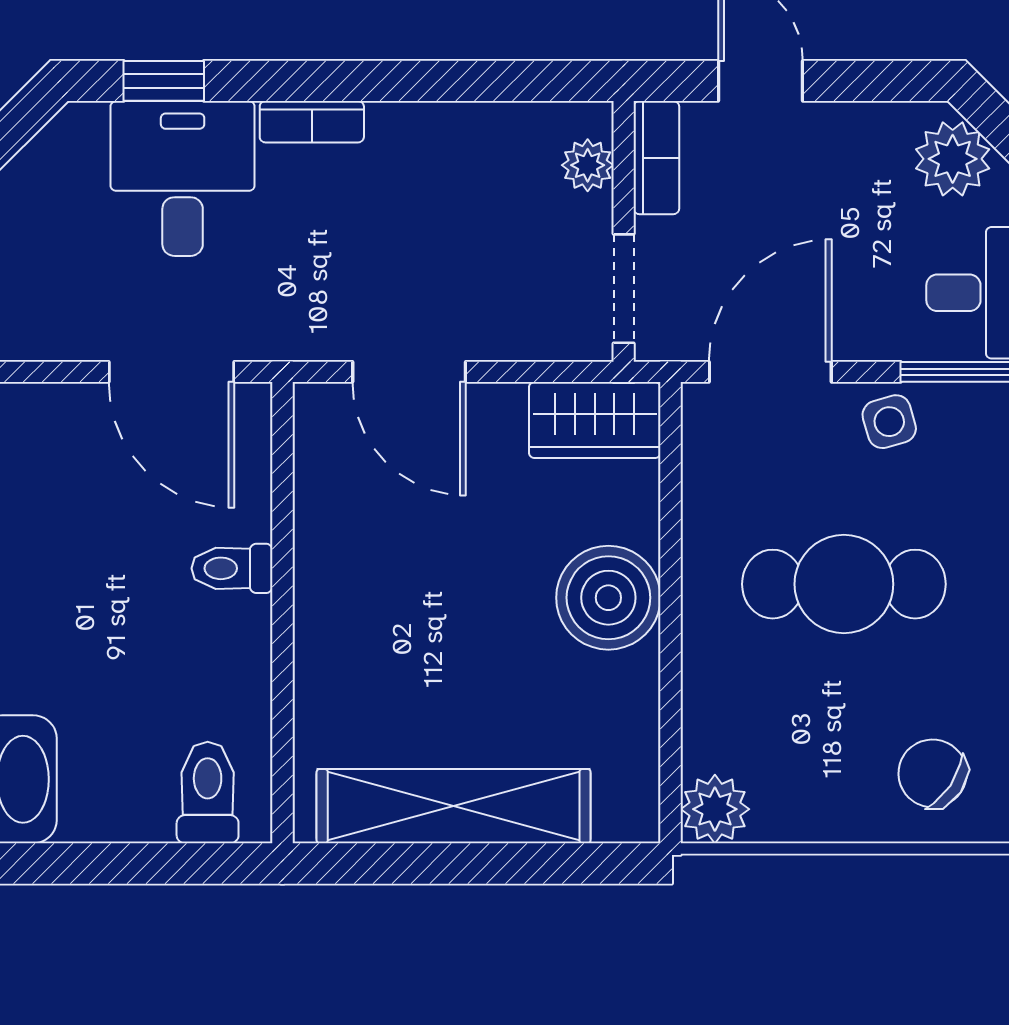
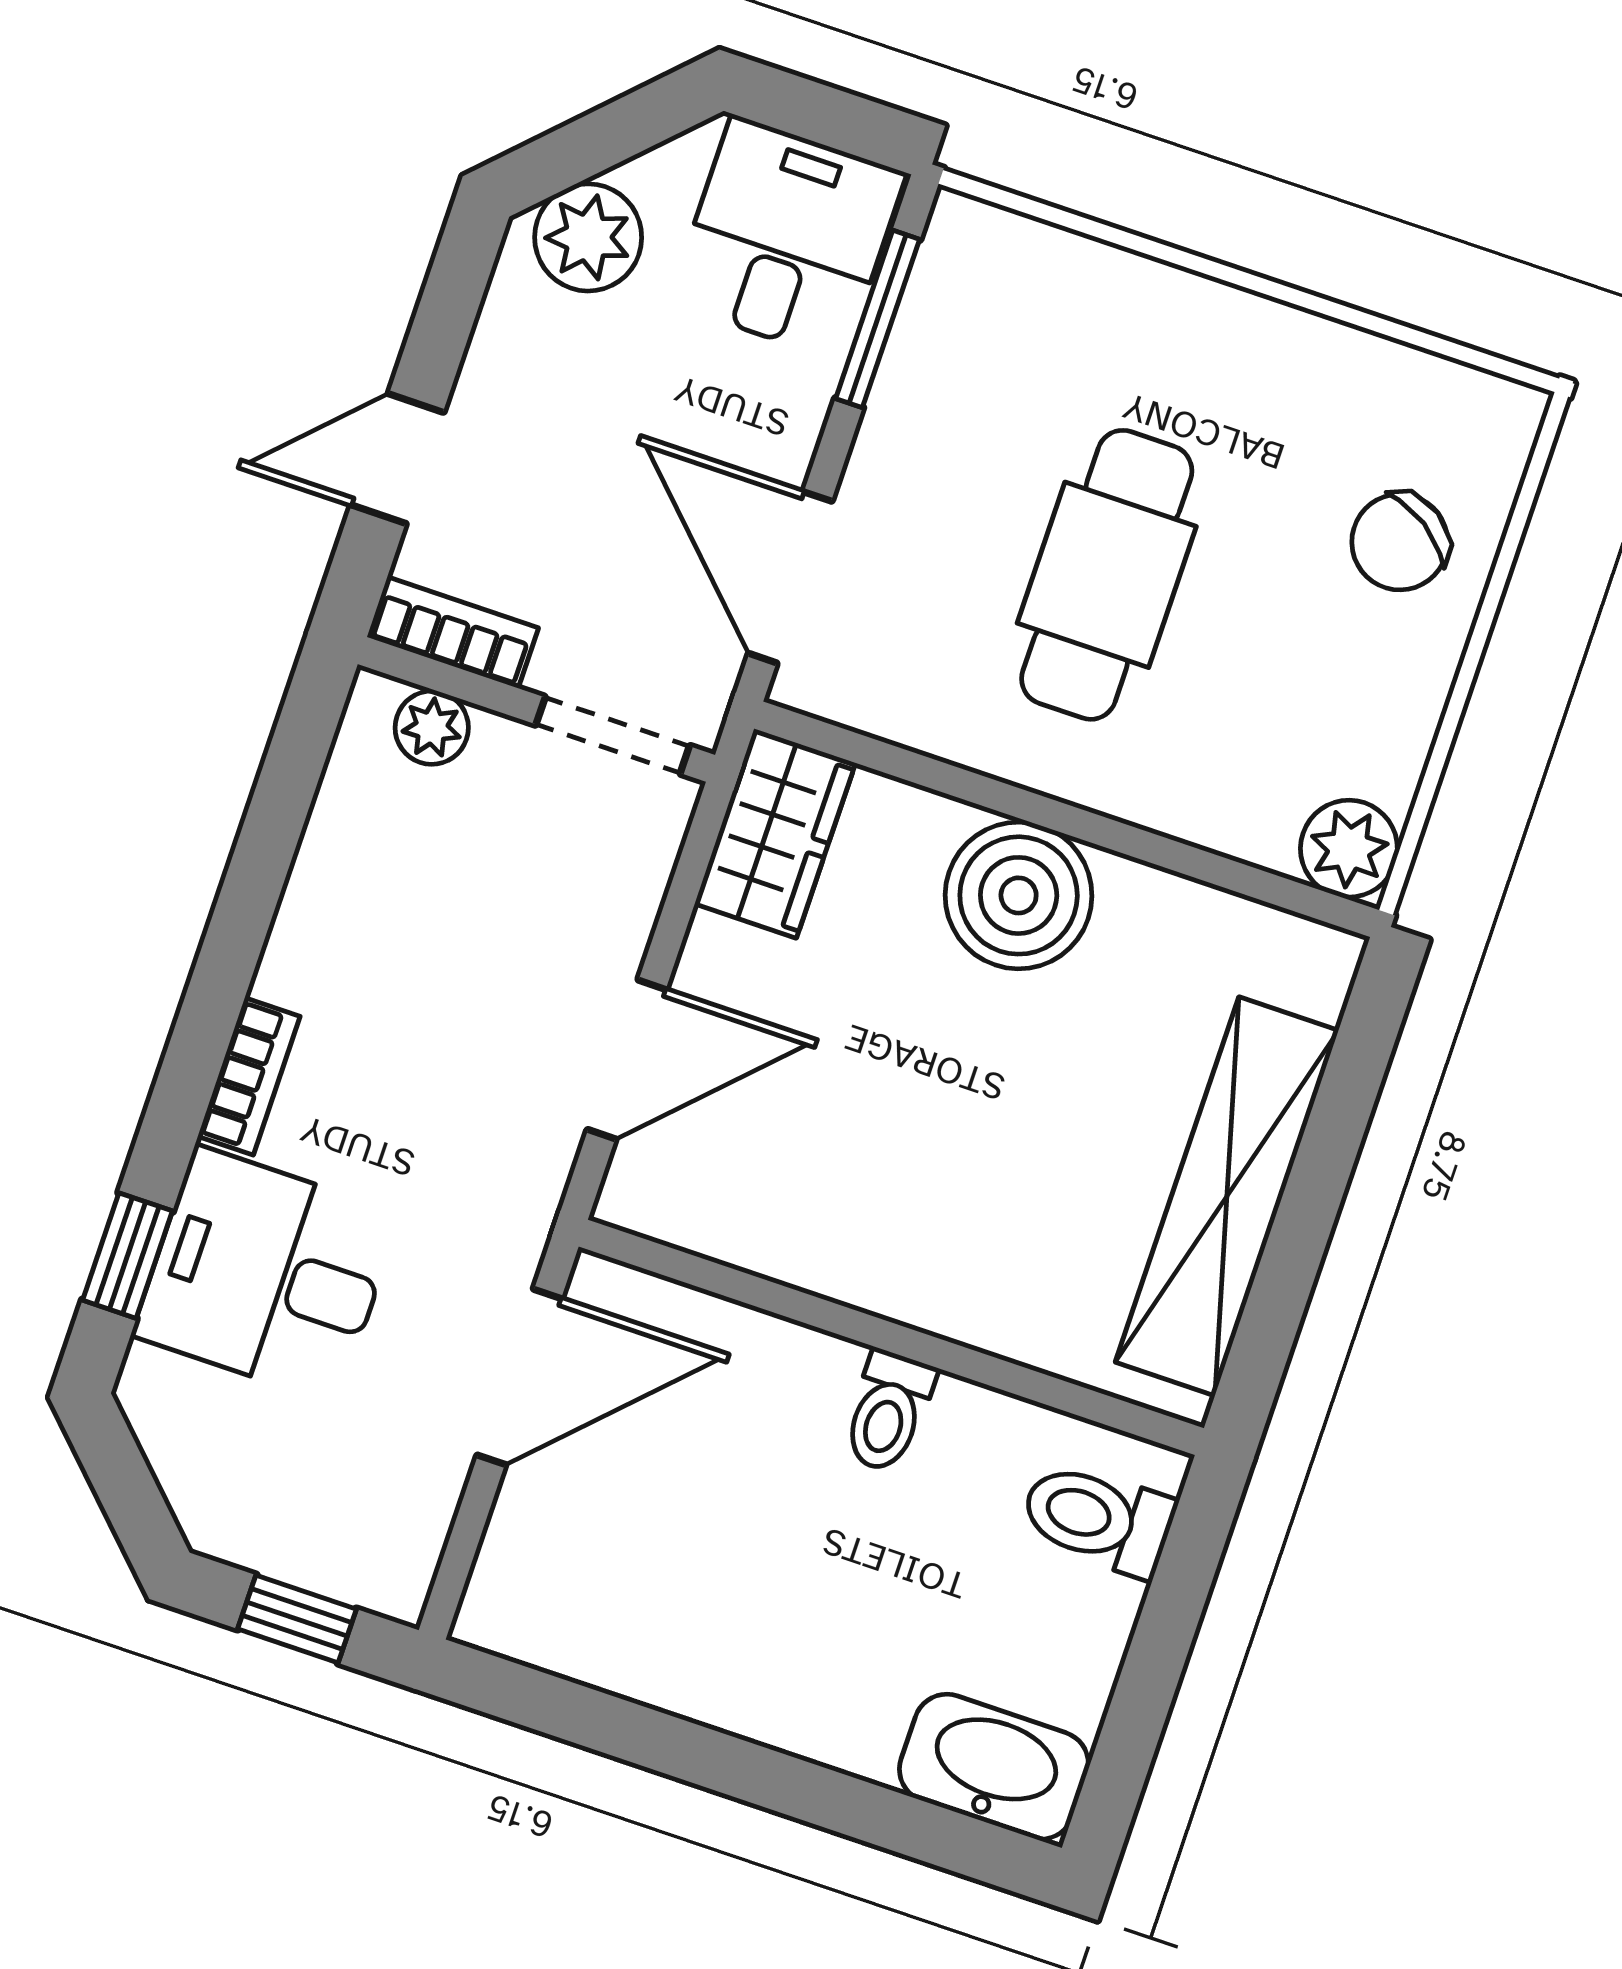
side table: (889, 422) -> (910, 441), removed
toilet: (232, 568) -> (888, 1411), moved

